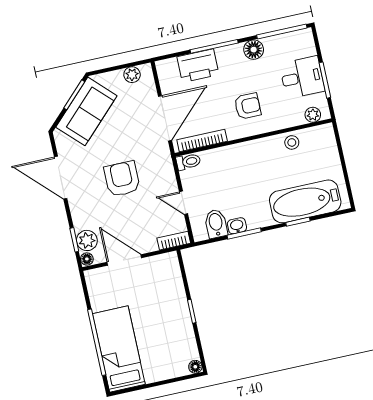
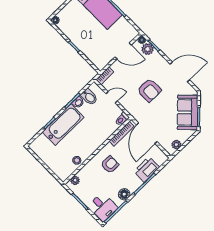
desk: (302, 77) -> (103, 207), moved, turned -90
armchair: (248, 106) -> (110, 165), turned 180
bathtub: (305, 201) -> (63, 125), moved

